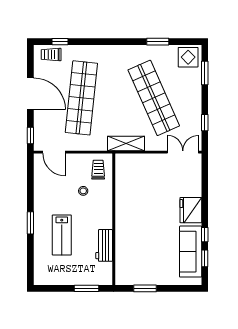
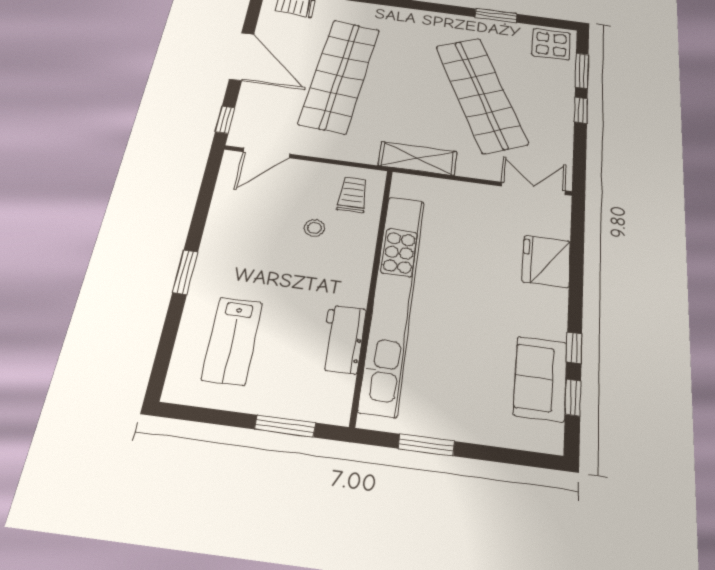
window: (205, 123) -> (581, 110), moved
door: (54, 152) -> (267, 153), hinge flipped
fridge: (191, 210) -> (546, 261), moved
kitchen unit: (123, 223) -> (393, 301), added
lab bench: (62, 235) -> (232, 341), moved
sofa: (191, 252) -> (541, 378), width x0.73

